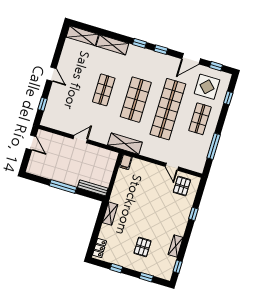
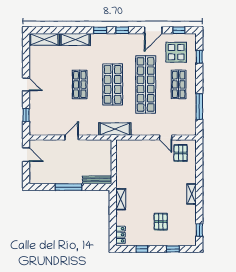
filing cabinet: (126, 162) -> (121, 146), removed
window: (193, 214) -> (199, 176), removed
shelving: (176, 246) -> (192, 194), moved

